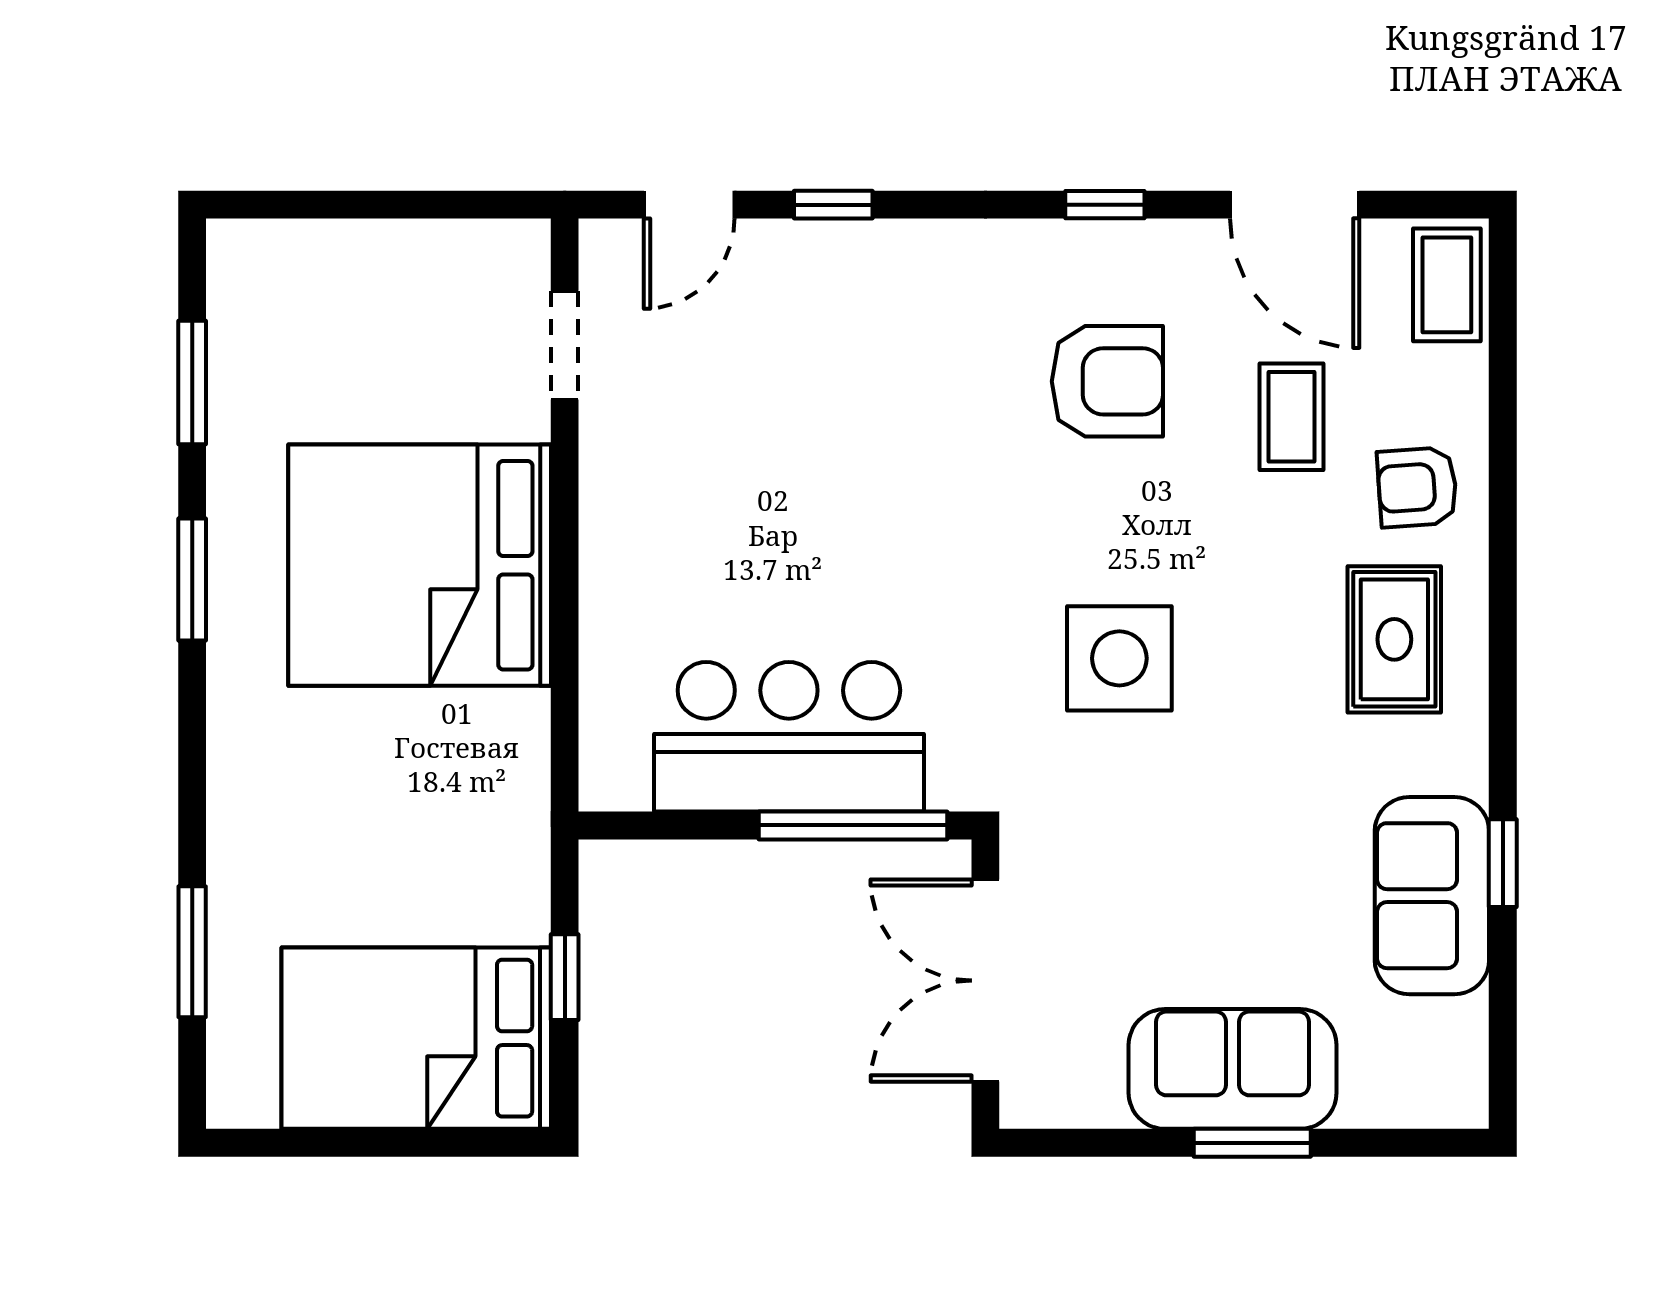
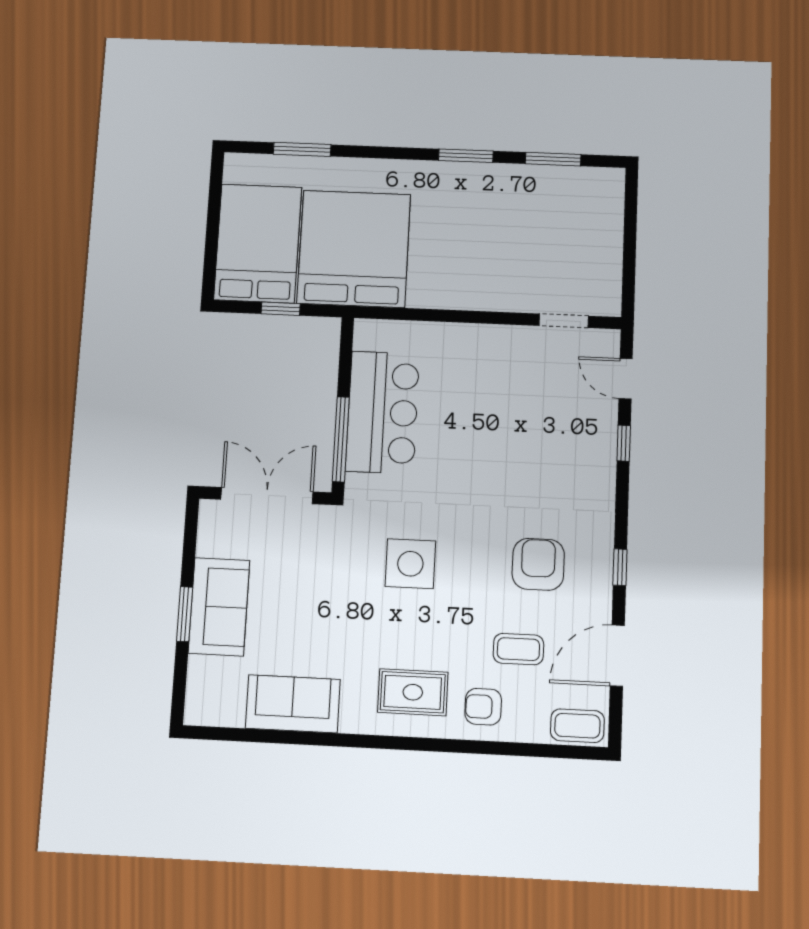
armchair: (1107, 381) -> (538, 564), turned 180
armchair: (1417, 487) -> (483, 707), turned -86
bed: (420, 565) -> (354, 249), moved
window: (1503, 863) -> (306, 738), removed

